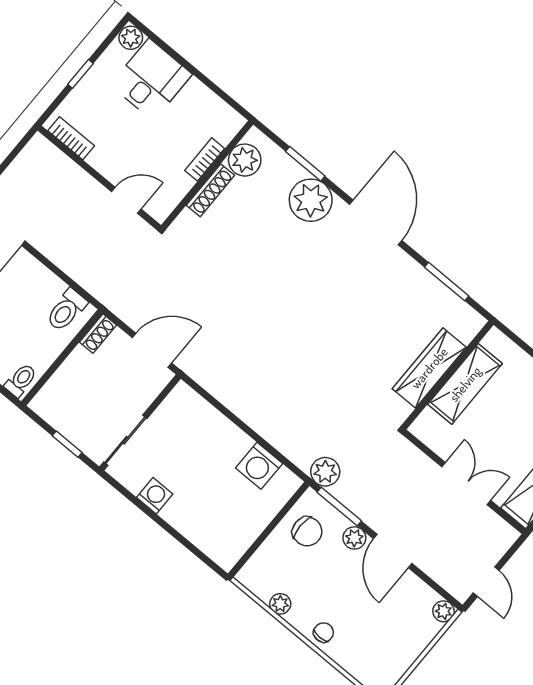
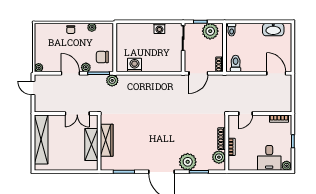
plant: (63, 411) -> (210, 31), added
double door: (466, 484) -> (77, 114), moved

